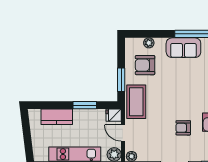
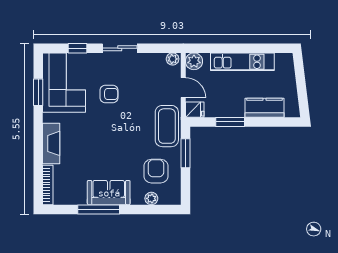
armchair: (145, 65) -> (156, 171), turned -90

